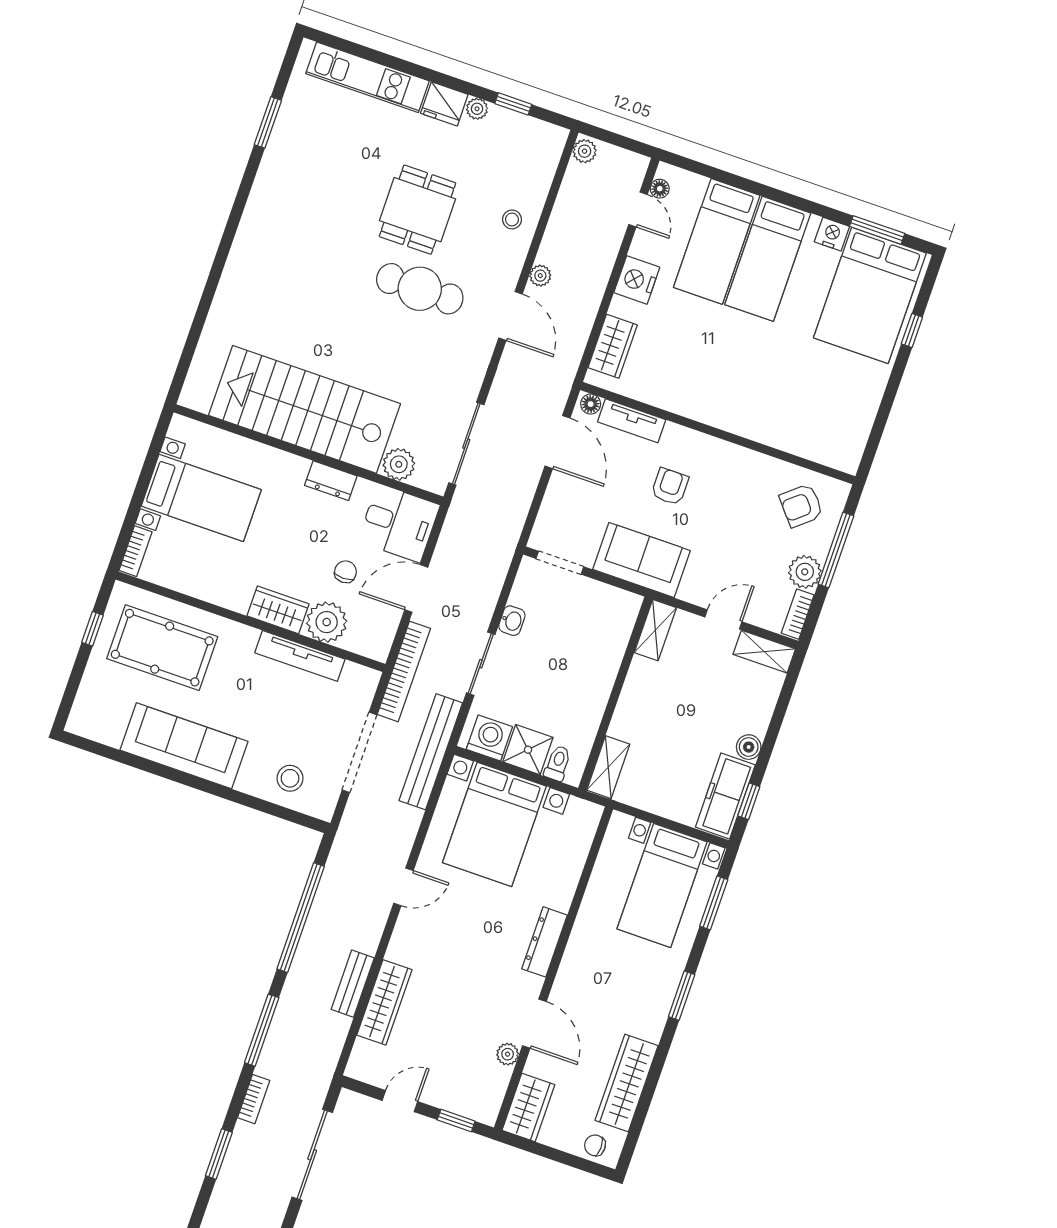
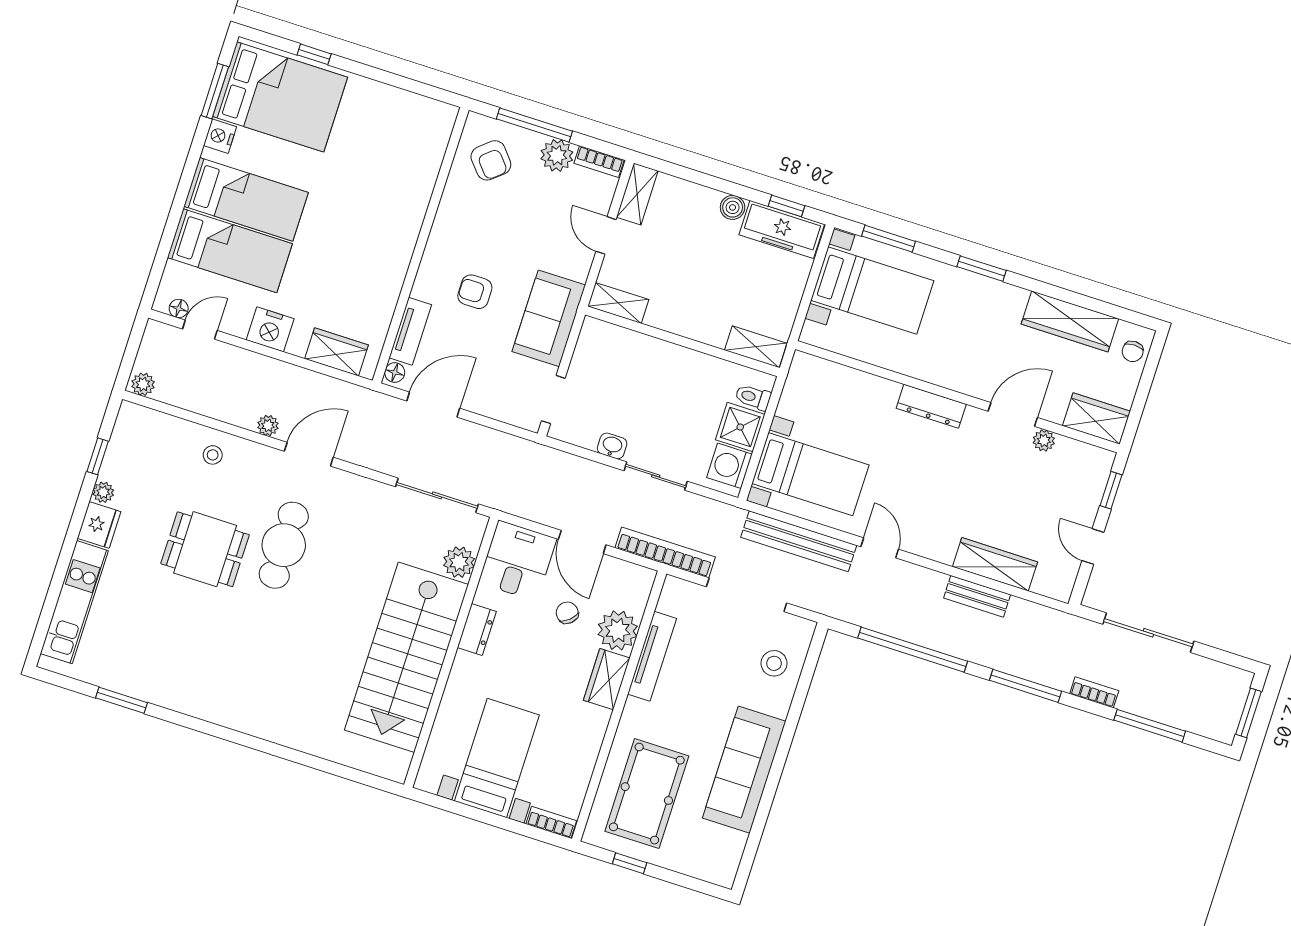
chair: (345, 572) -> (567, 613), turned 48
bench: (431, 752) -> (799, 541), moved
bed with nightstands: (494, 824) -> (810, 474), width x0.73
window: (219, 1154) -> (1150, 726), width x1.44

